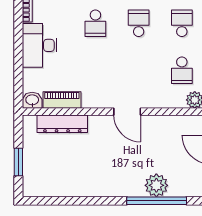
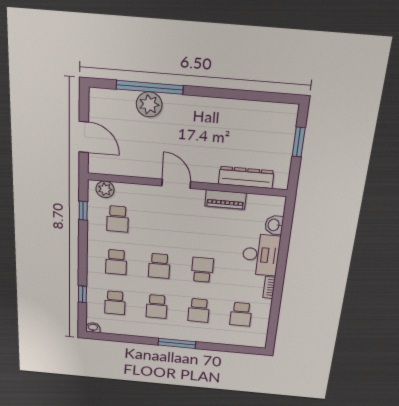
school desk: (182, 70) -> (118, 219), turned 180
washbasin: (32, 100) -> (274, 225), moved, turned 90
piano: (62, 100) -> (225, 199), moved

